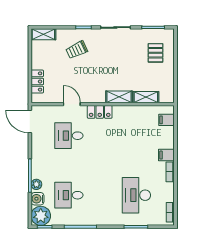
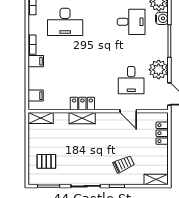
pallet: (155, 53) -> (46, 161), turned 90
shelving: (146, 97) -> (41, 118), moved
locker: (100, 112) -> (82, 103), moved
desk: (69, 136) -> (131, 80), turned 90
plant: (36, 184) -> (159, 70), moved, width x1.87, depth x1.87
desk: (136, 195) -> (65, 22), turned 90

